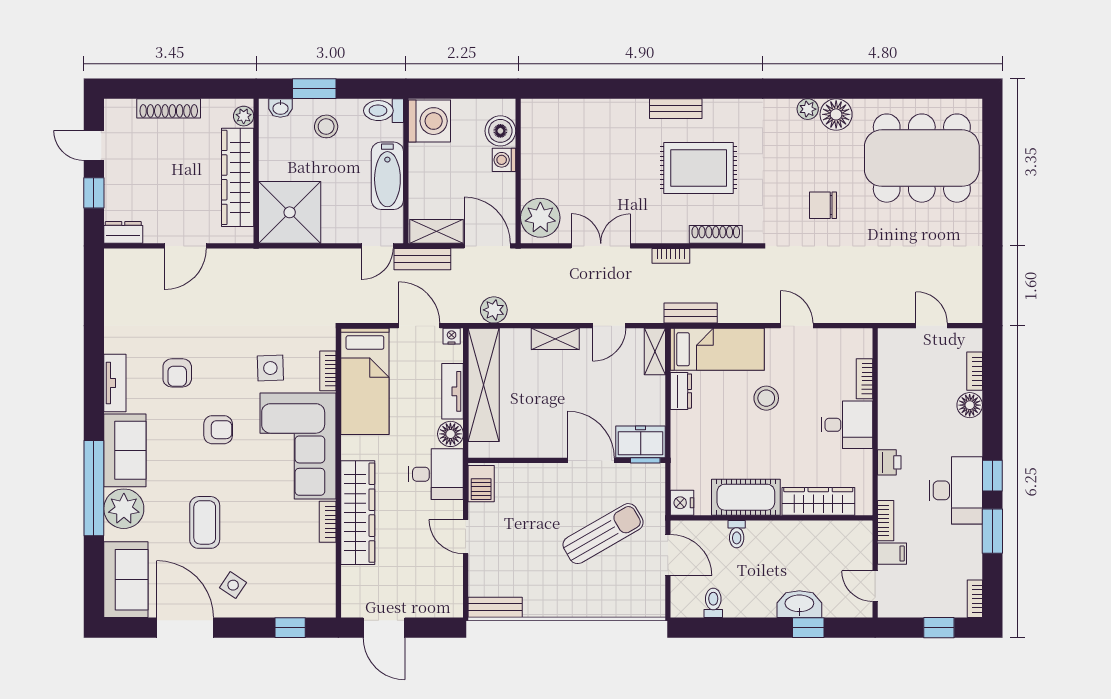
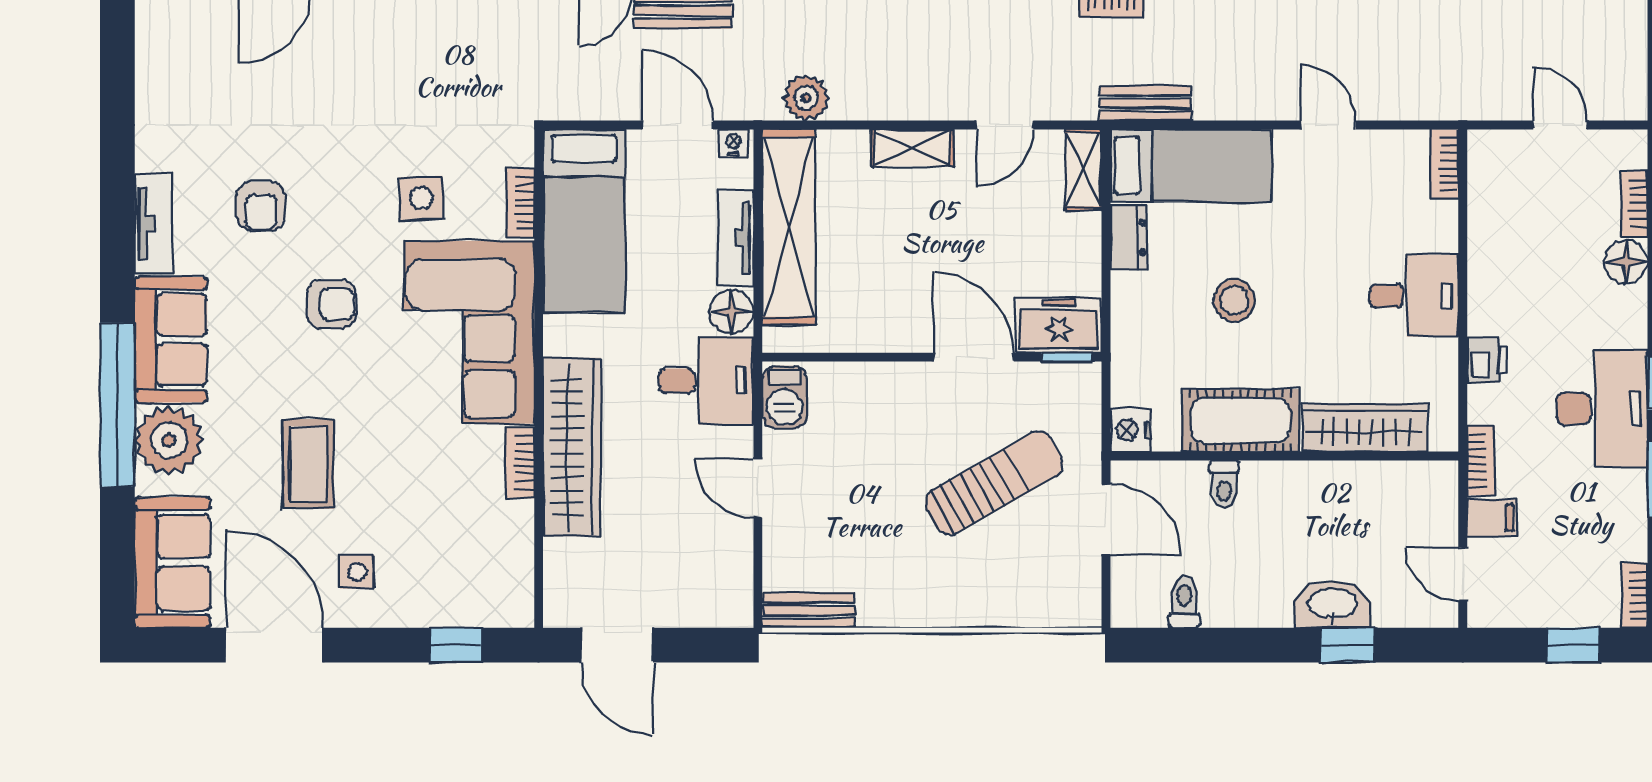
bookcase: (864, 379) -> (1445, 164), moved
stool: (766, 398) -> (1234, 300), moved
side table: (233, 585) -> (357, 572), turned -34

